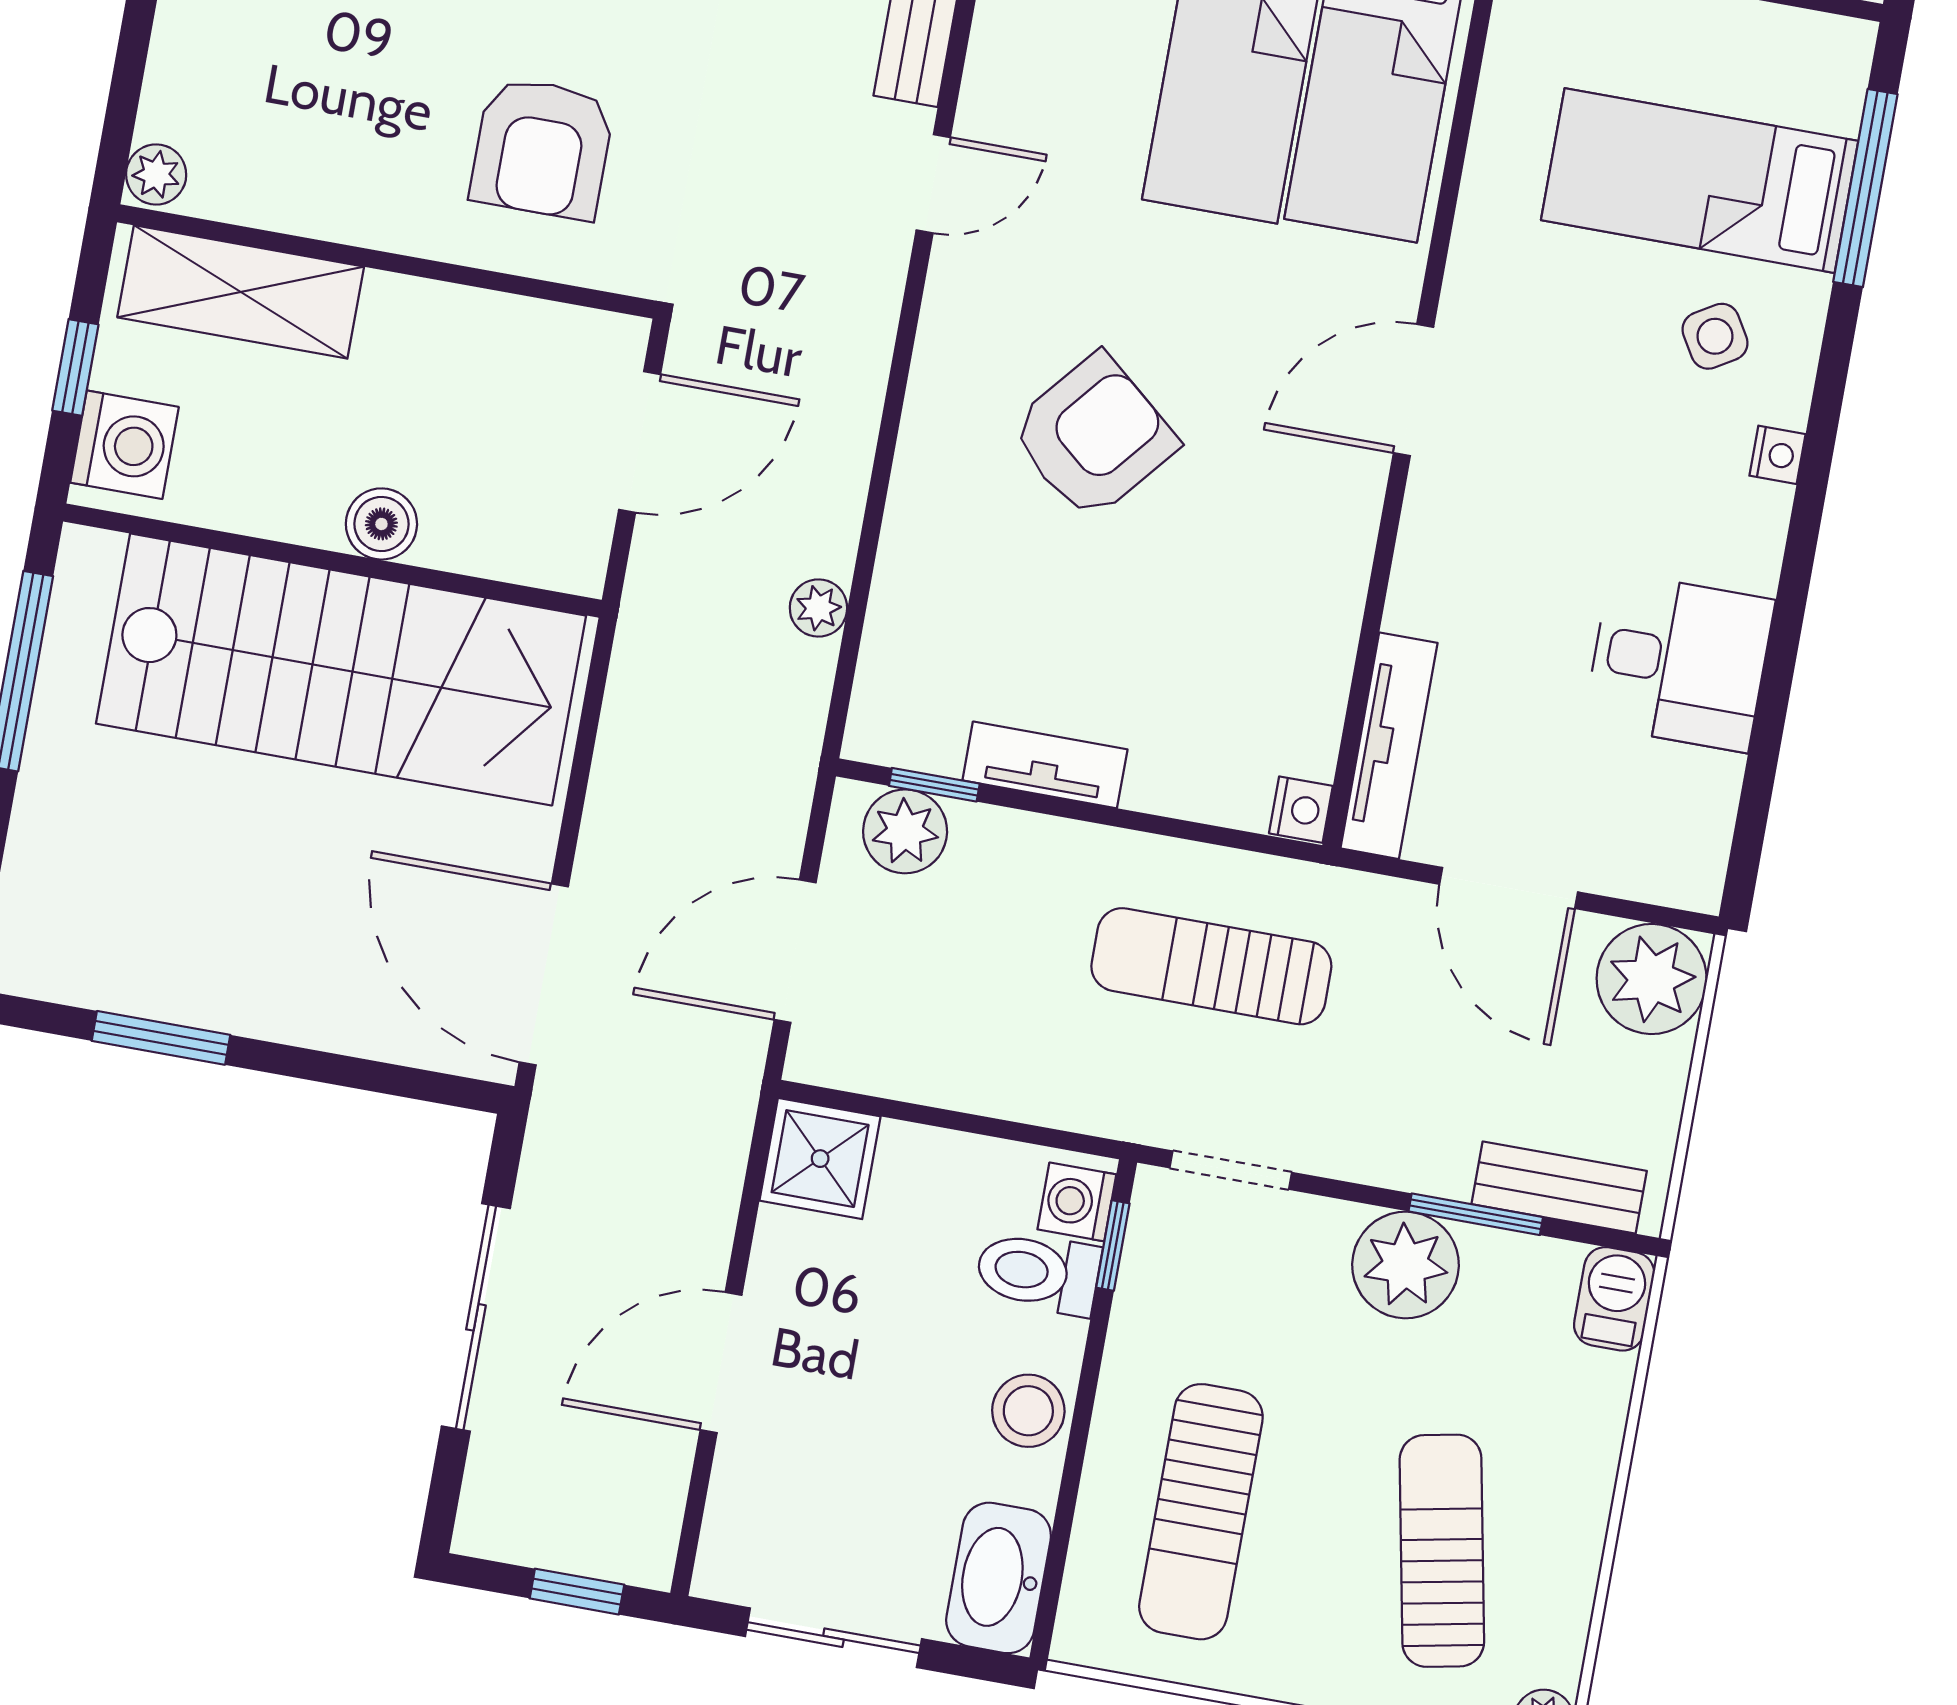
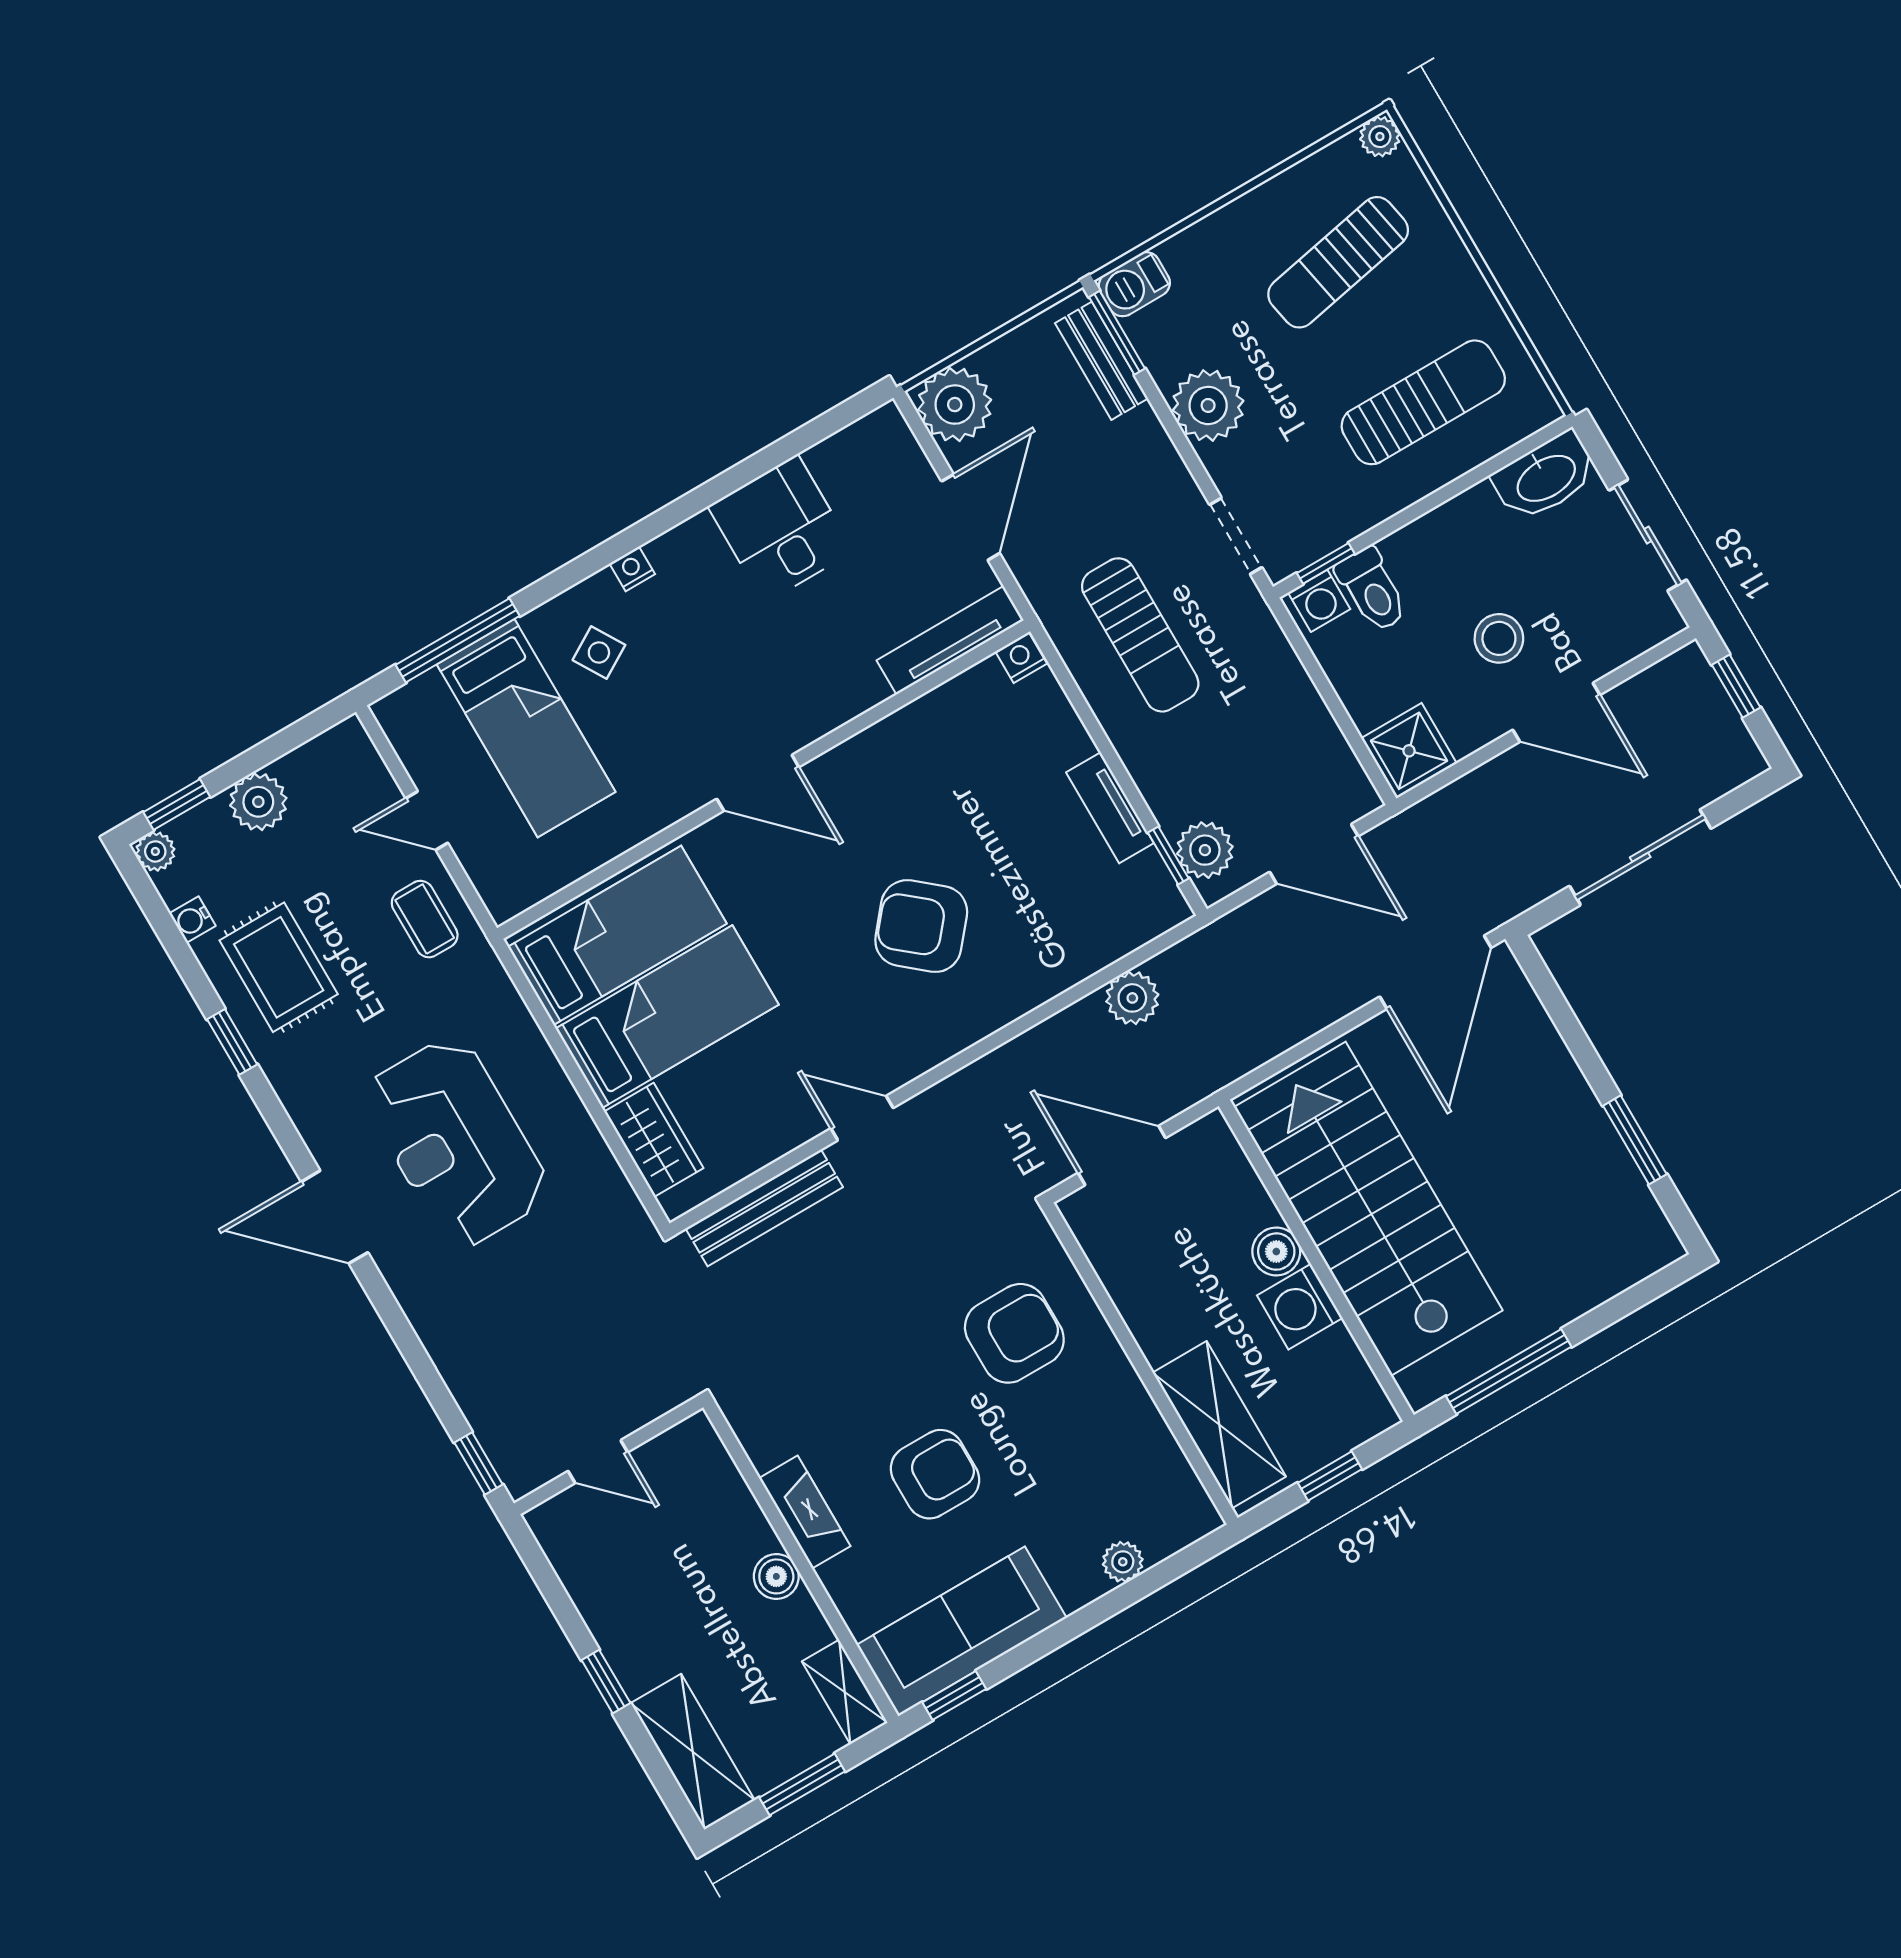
plant: (156, 175) -> (1123, 1562), moved
washing machine: (124, 445) -> (1300, 1307), moved, turned -90
plant: (818, 608) -> (1132, 998), width x1.38, depth x1.38
window: (1476, 1214) -> (1117, 333), moved
stool: (1028, 1411) -> (1499, 638), moved

